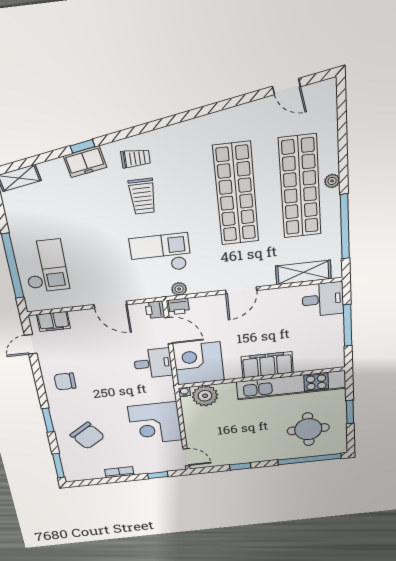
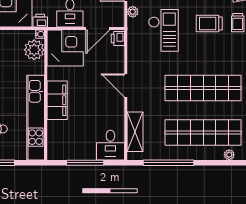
plant: (332, 181) -> (229, 155), moved
plant: (179, 289) -> (133, 12), moved
printer: (155, 310) -> (40, 21), moved

